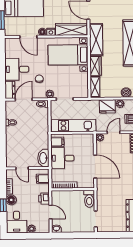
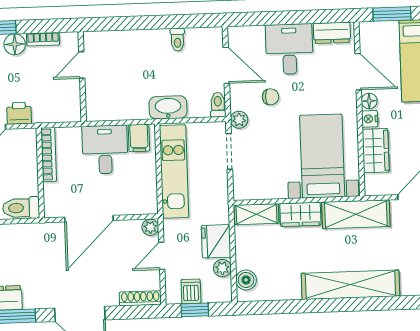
wardrobe: (71, 29) -> (376, 151), width x0.67
door: (28, 37) -> (358, 72), swing flipped
dresser: (10, 90) -> (332, 33), moved
door: (114, 132) -> (162, 256), swing flipped
washbasin: (43, 158) -> (168, 107), moved
filing cabinet: (43, 179) -> (61, 109), removed

